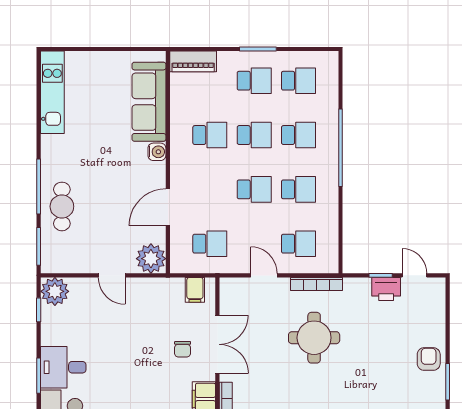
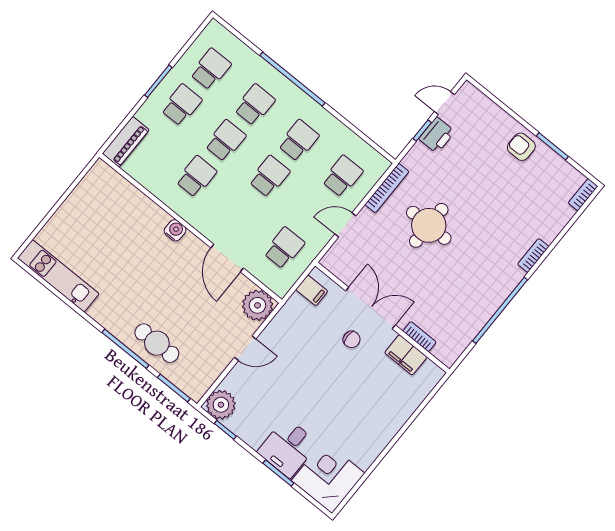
sofa: (149, 102) -> (129, 204), removed

